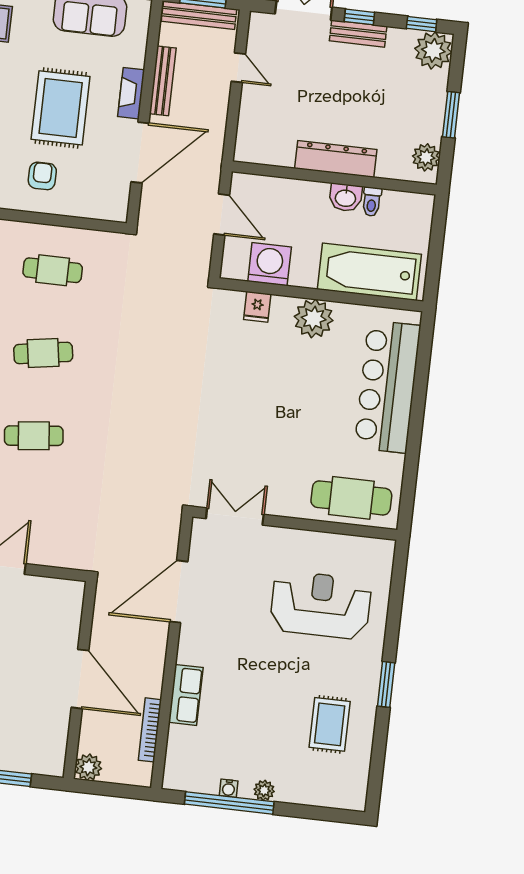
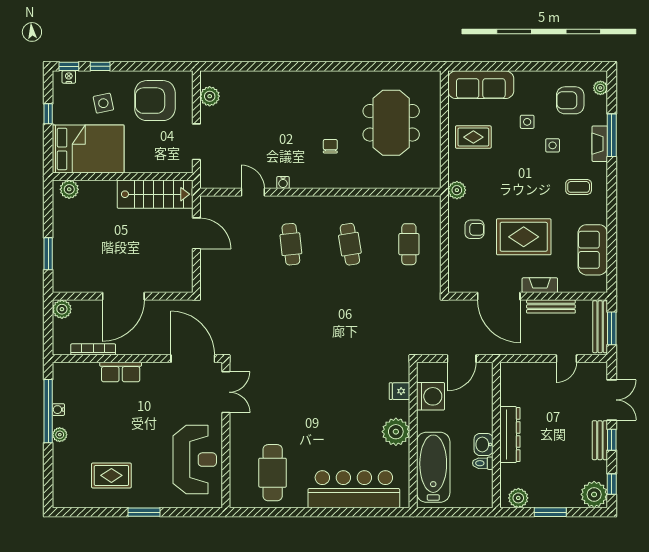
double door: (235, 517) -> (226, 392), moved
wall: (295, 523) -> (226, 435), moved

